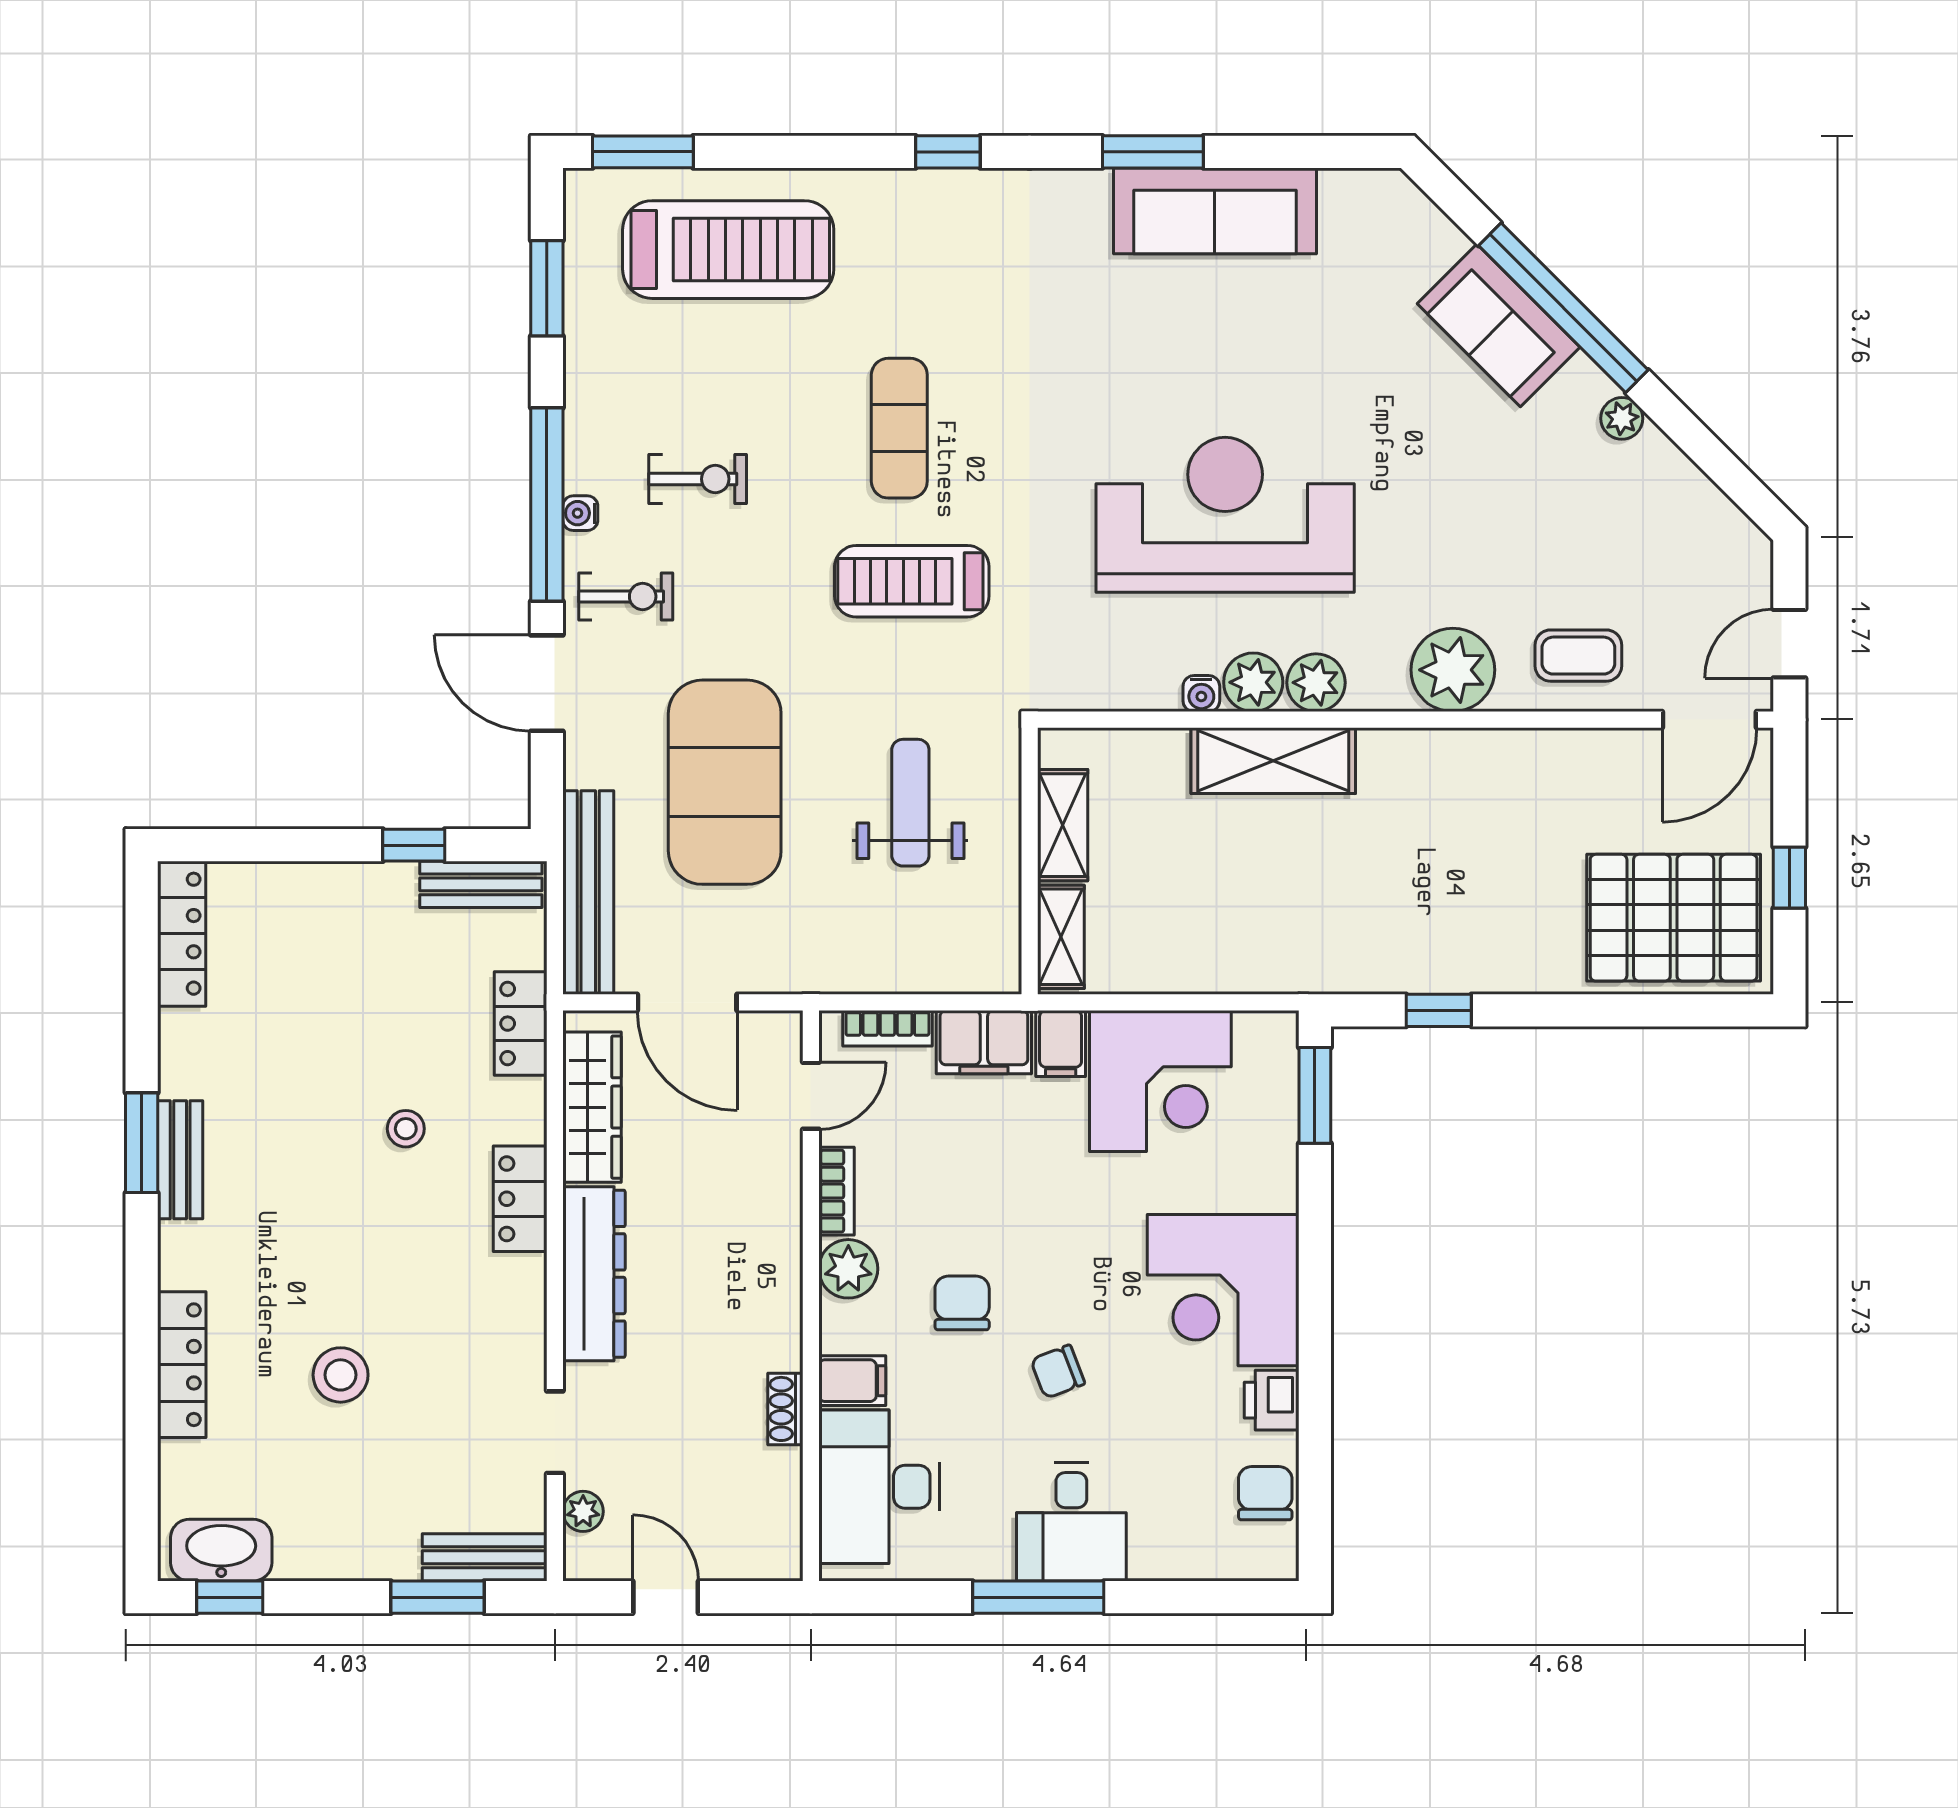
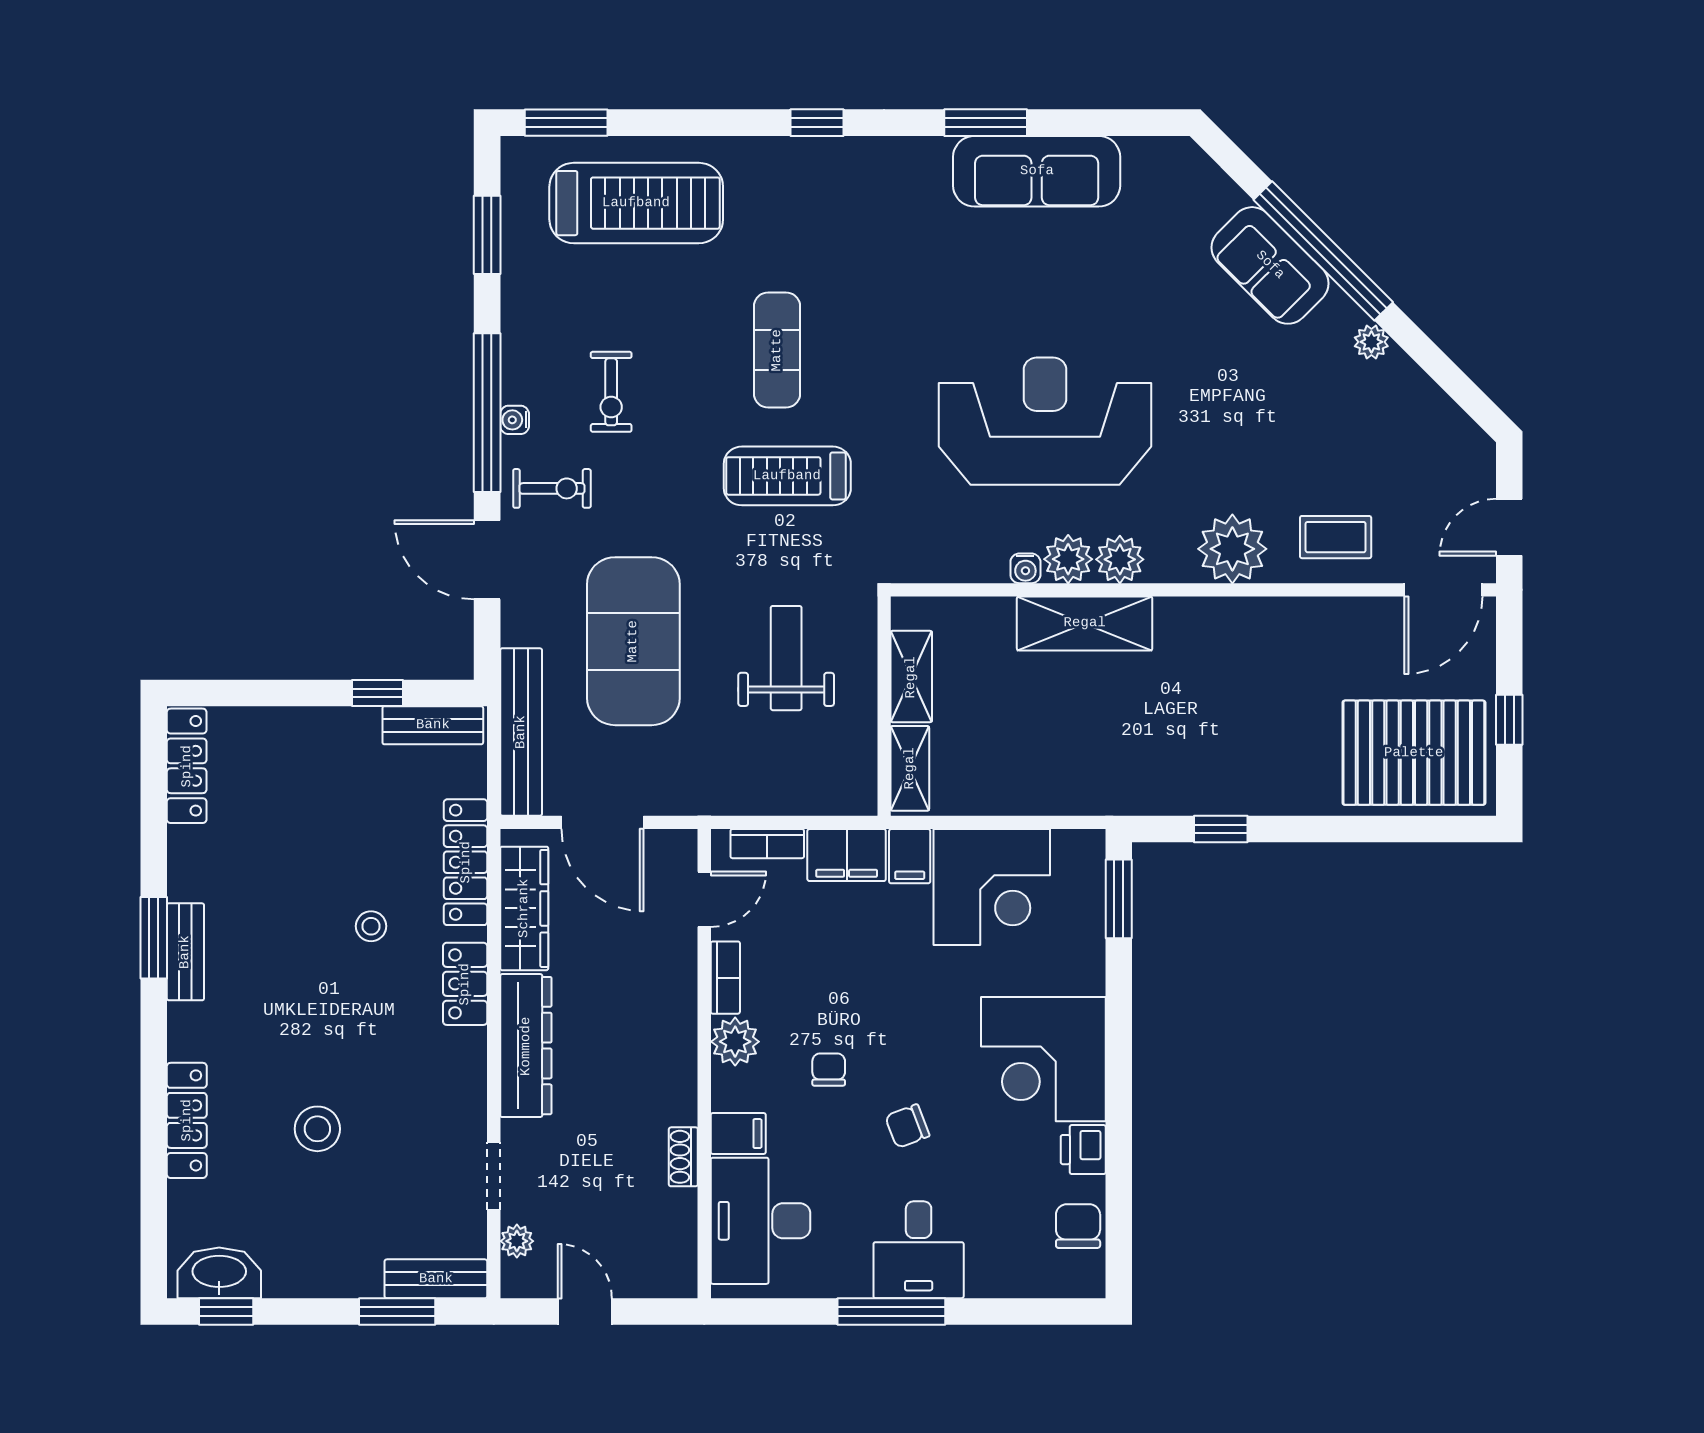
exercise bike: (698, 479) -> (611, 392), turned 90
locker: (521, 1024) -> (466, 862), width x1.53
chair: (962, 1303) -> (829, 1070), width x0.73, depth x0.73

